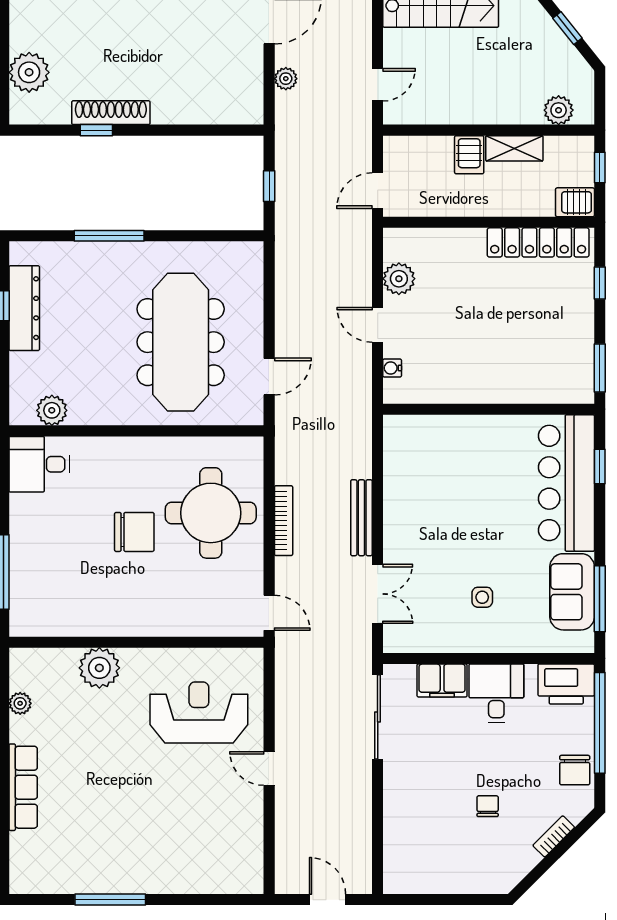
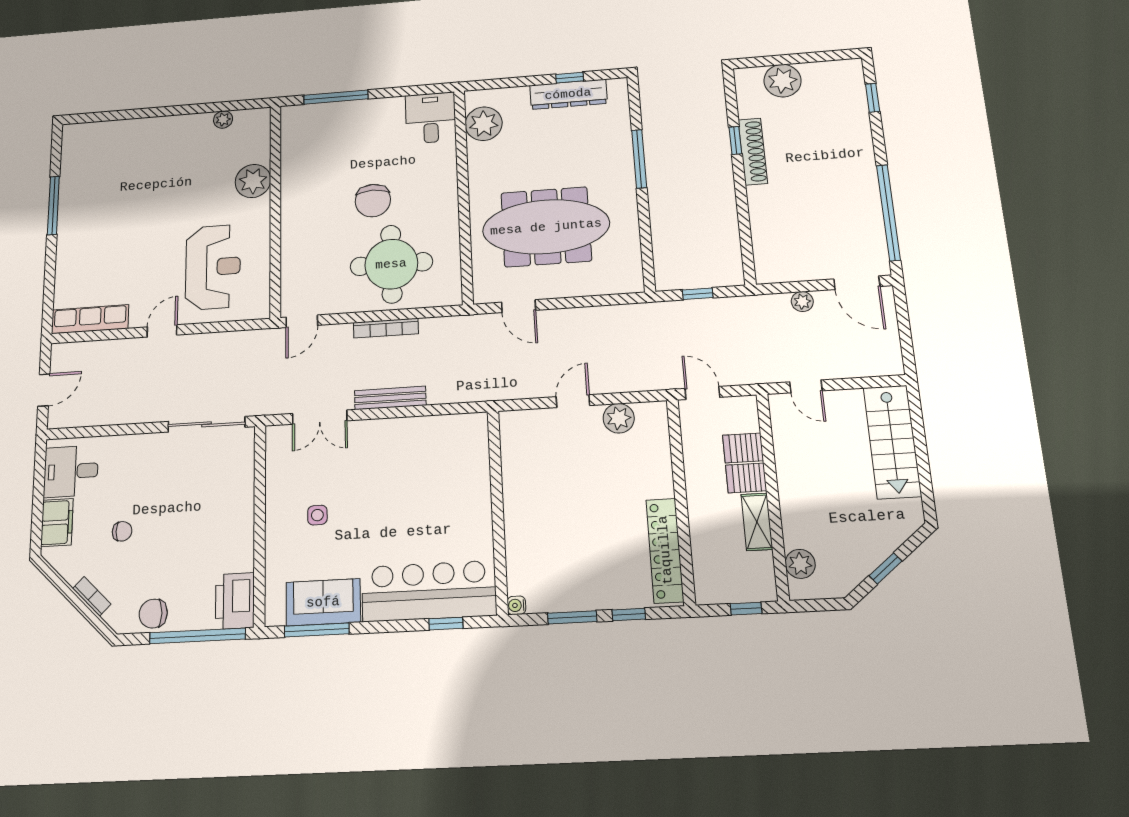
server rack: (575, 202) -> (743, 448), moved, turned -90
water cooler: (392, 368) -> (516, 605), moved, turned -90
window: (600, 368) -> (572, 617), moved
plant: (52, 410) -> (484, 124), width x1.36, depth x1.36
filing cabinet: (442, 680) -> (57, 522), moved, turned 180
desk: (496, 693) -> (71, 471), moved, turned 180
row of seats: (23, 787) -> (90, 319), moved, turned 180

